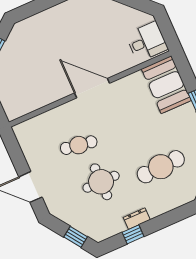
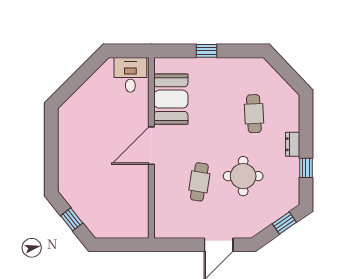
booth: (166, 85) -> (171, 99), moved, turned 90
cafe table: (161, 167) -> (254, 114), width x0.73, depth x0.74
dresser: (137, 219) -> (293, 144), moved

